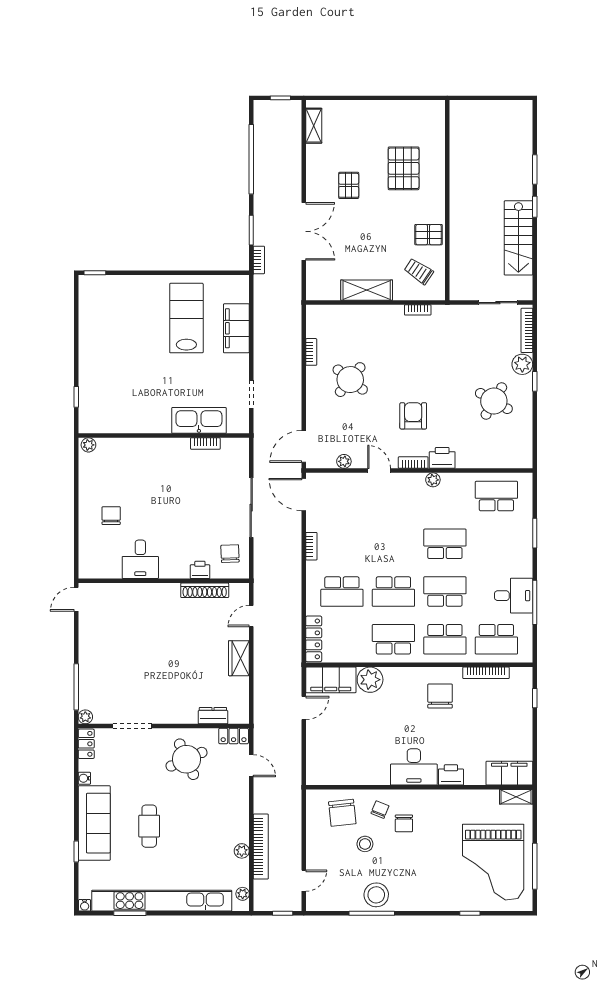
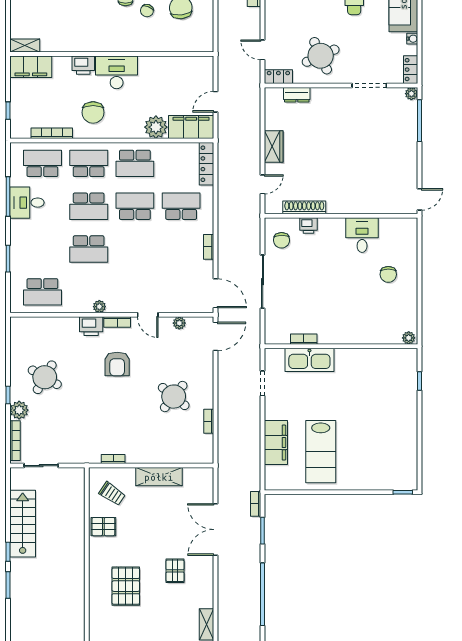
desk: (414, 767) -> (117, 72), moved
filing cabinet: (509, 773) -> (31, 67), moved
printer: (451, 775) -> (83, 65), moved
wall: (419, 787) -> (112, 54), moved
shelving: (516, 797) -> (25, 46), moved

